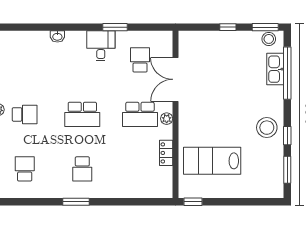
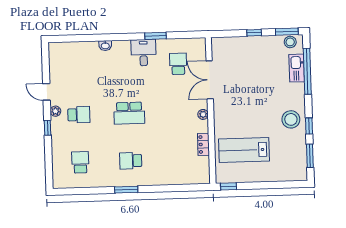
school desk: (140, 114) -> (180, 111), removed
school desk: (82, 169) -> (131, 161), turned 90

